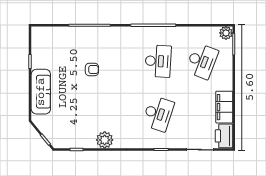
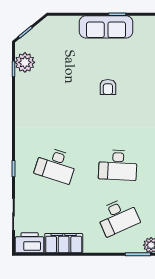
desk: (202, 61) -> (118, 217), turned -45
sofa: (41, 92) -> (106, 27), moved
plant: (105, 140) -> (25, 62), moved

